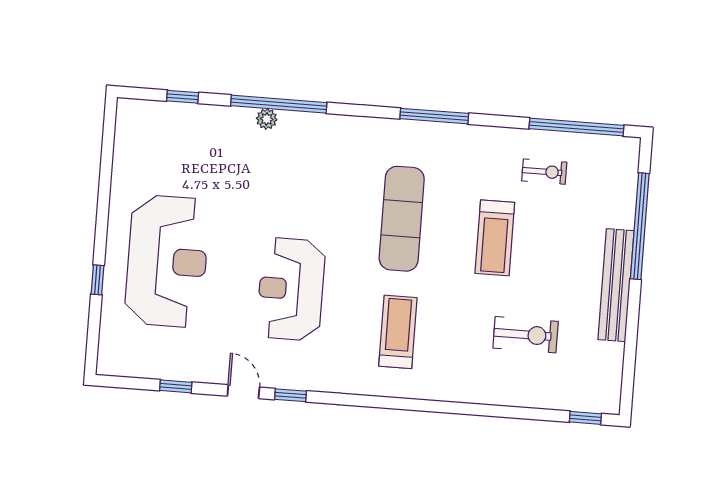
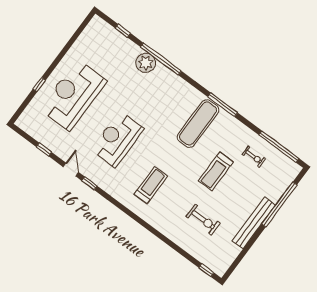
plant: (267, 119) -> (146, 63), width x1.88, depth x1.88
exercise mat: (402, 219) -> (198, 124), moved
reception desk: (167, 261) -> (73, 95), turned 180

